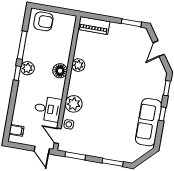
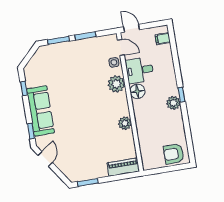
window: (22, 45) -> (186, 123), removed
door: (159, 49) -> (45, 159), moved
floor lamp: (60, 71) -> (137, 91), moved
window: (162, 114) -> (24, 88), moved
sofa: (149, 122) -> (40, 111), moved
window: (75, 156) -> (85, 36), moved

